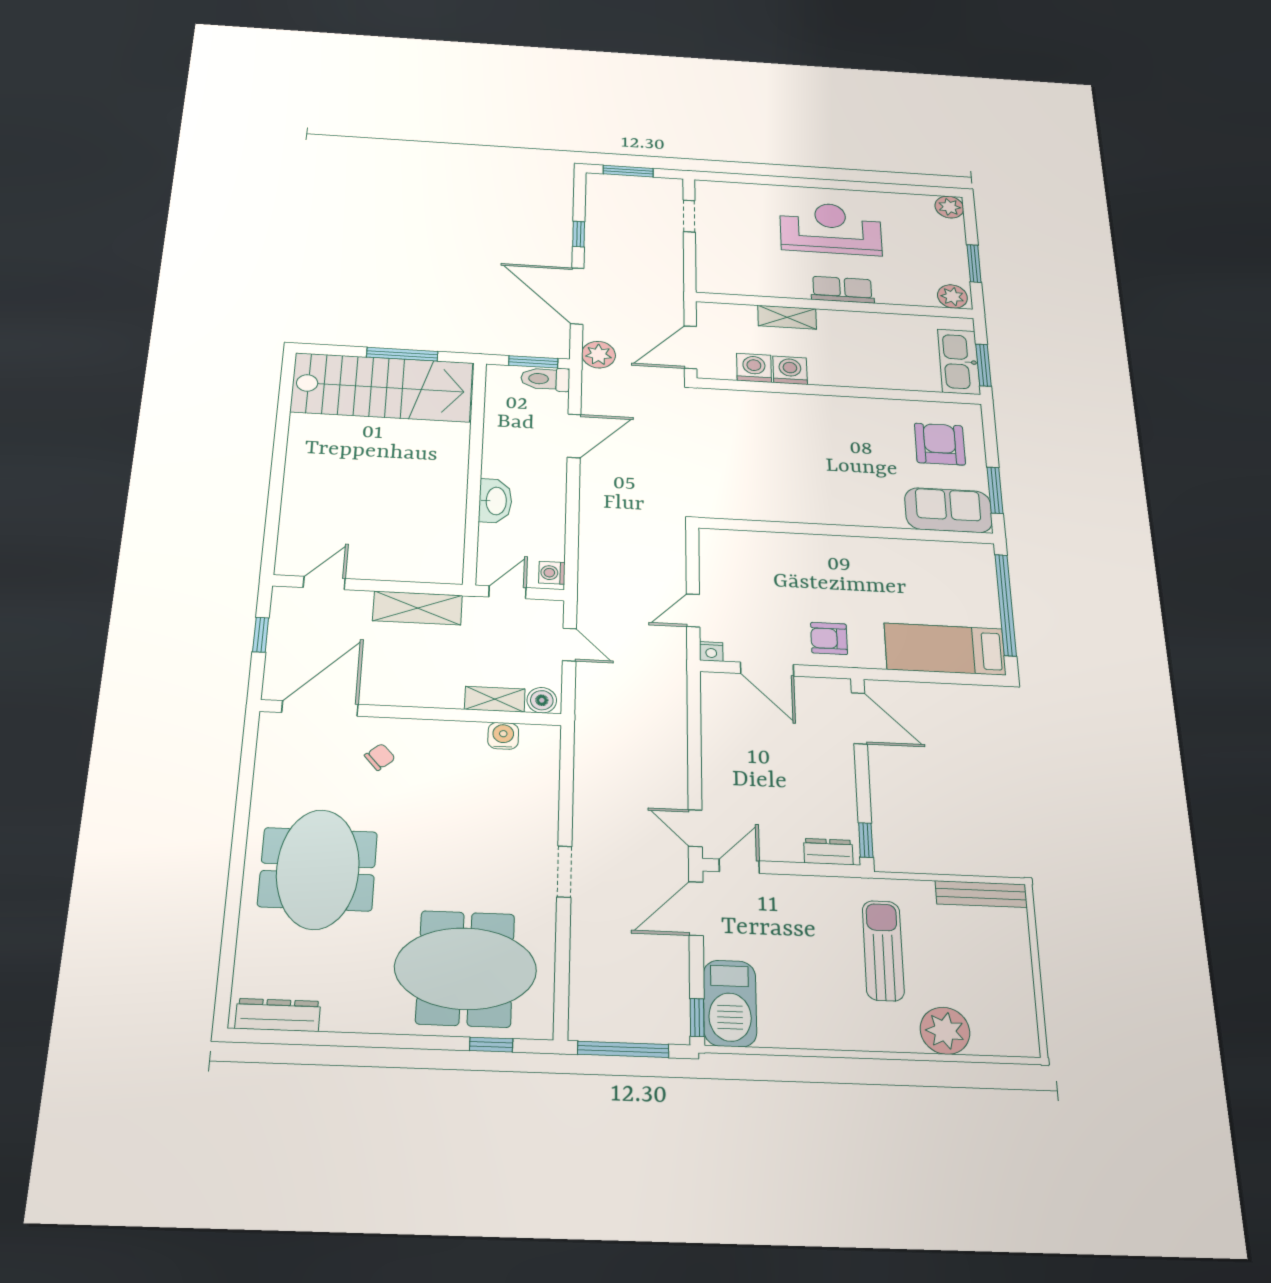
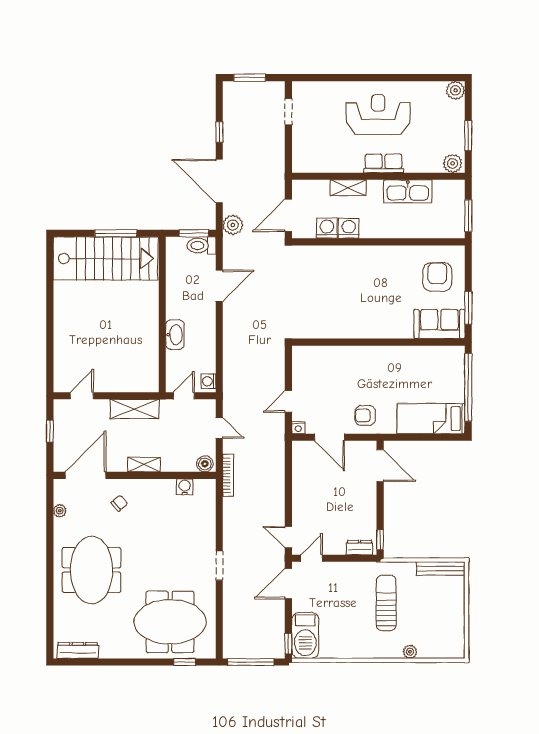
kitchen sink: (959, 362) -> (408, 191), moved, turned -90
shelving: (495, 699) -> (144, 465), moved
bookcase: (584, 720) -> (228, 475), added
plant: (266, 765) -> (60, 511), added
plant: (945, 1031) -> (410, 652), width x0.53, depth x0.53

